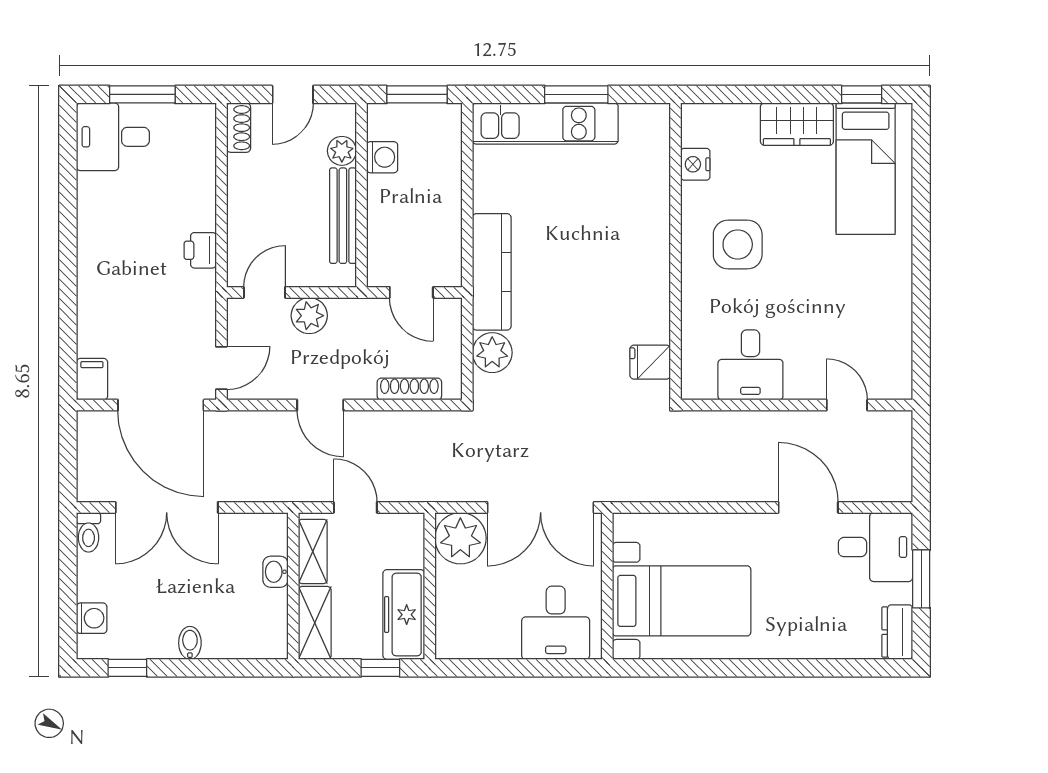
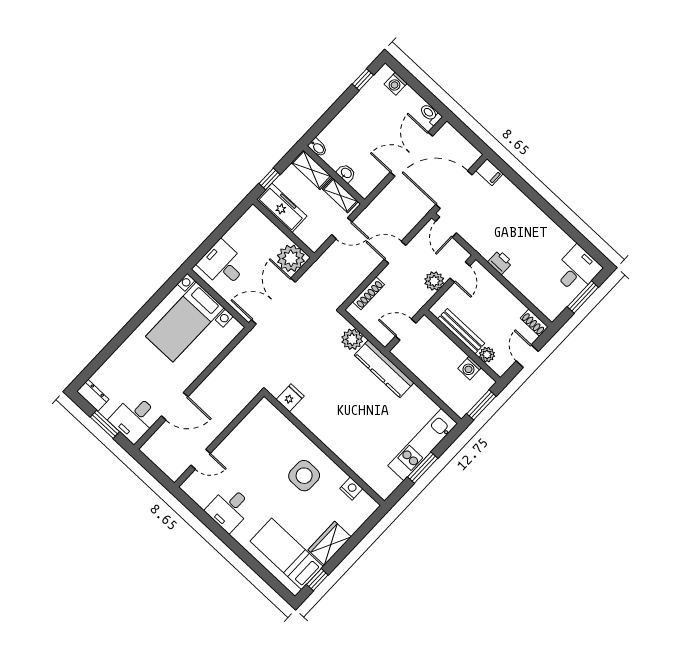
desk: (750, 365) -> (229, 509), moved, turned -90
bidet: (190, 643) -> (318, 147), moved

